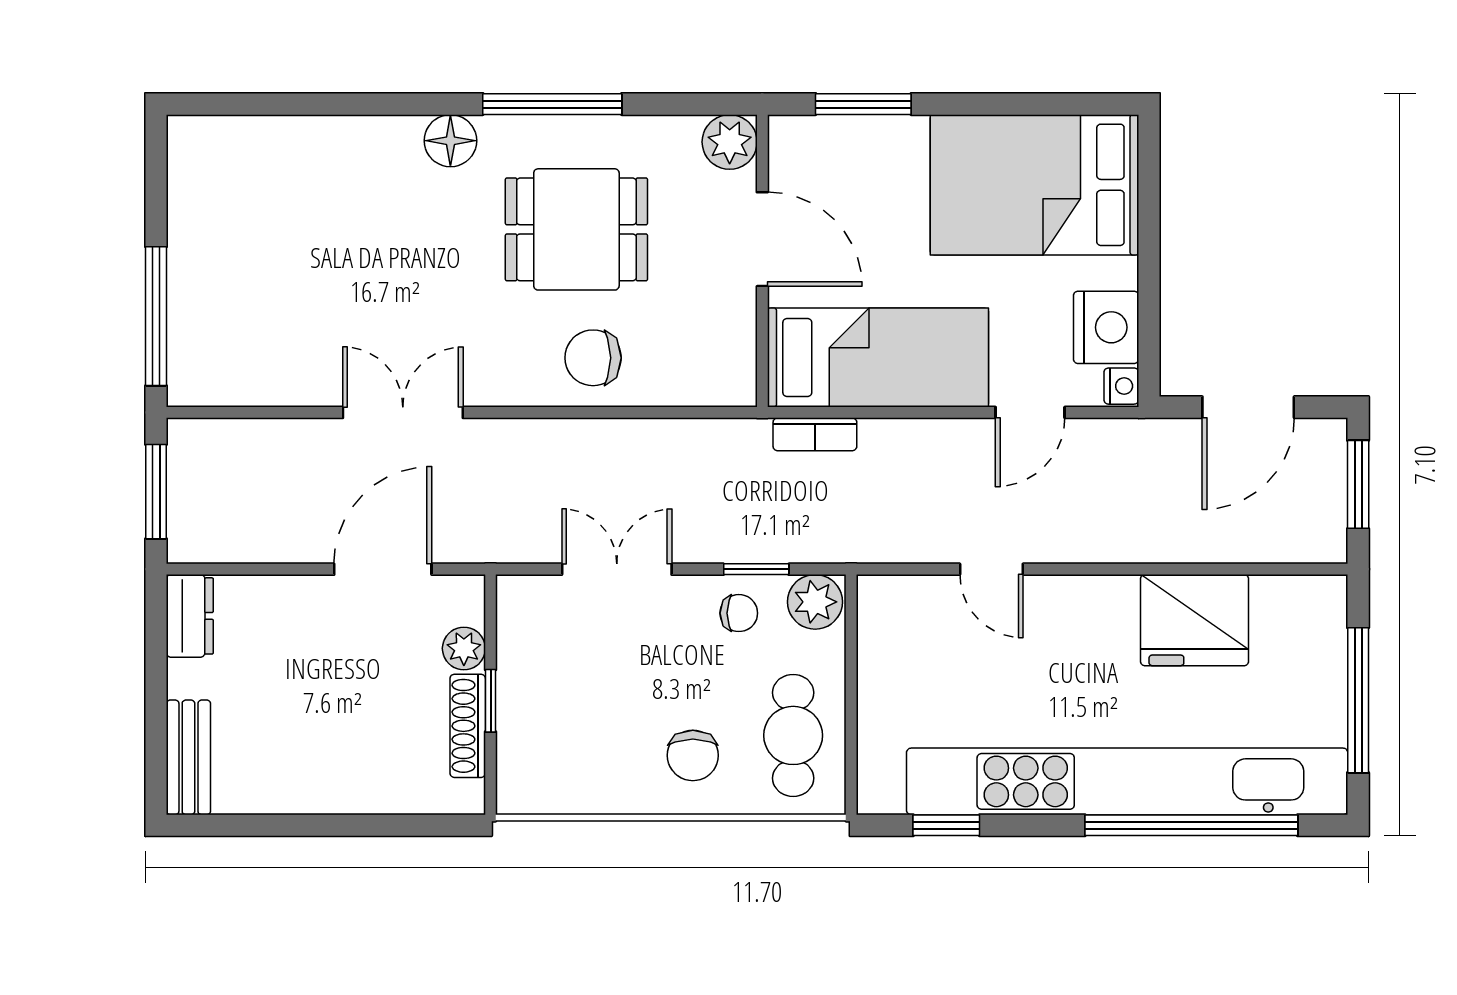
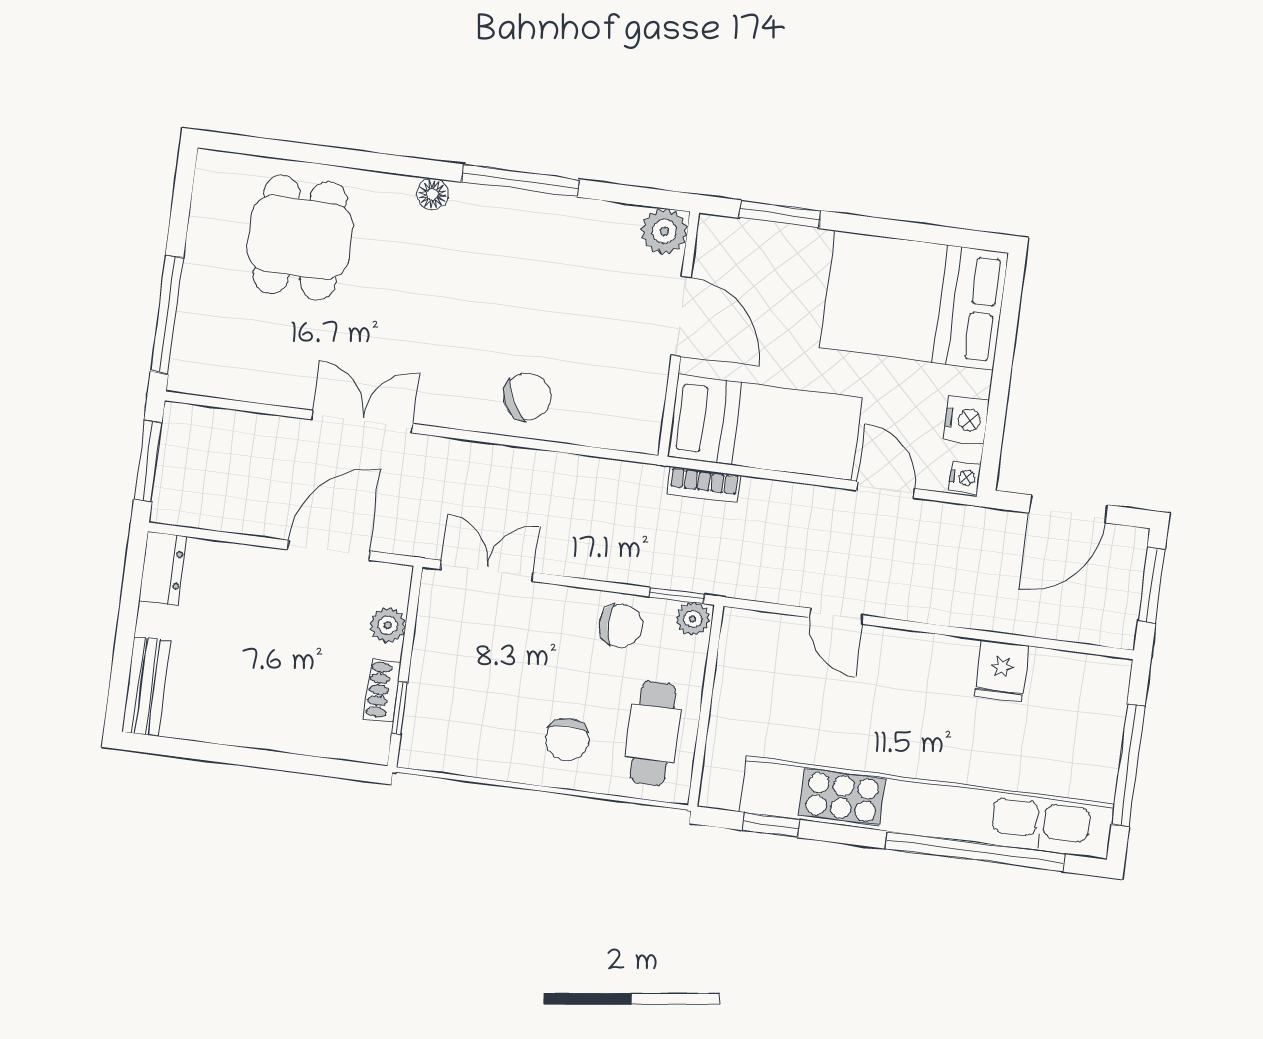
floor lamp: (450, 141) -> (432, 194), width x0.73, depth x0.73
dining table: (576, 229) -> (300, 238), moved, turned 90
nightstand: (1106, 327) -> (966, 420), width x0.74, depth x0.75
chair: (593, 358) -> (527, 397), turned 152
door: (1030, 412) -> (886, 490), swing flipped
double door: (617, 569) -> (487, 571), moved
window: (756, 569) -> (677, 595), moved
plant: (815, 602) -> (693, 619), width x0.73, depth x0.73
chair: (739, 613) -> (621, 625), width x1.37, depth x1.37
fridge: (1195, 620) -> (1002, 671), width x0.53, depth x0.75
window: (491, 701) -> (400, 708), moved
shoe rack: (468, 726) -> (383, 690), width x0.70

